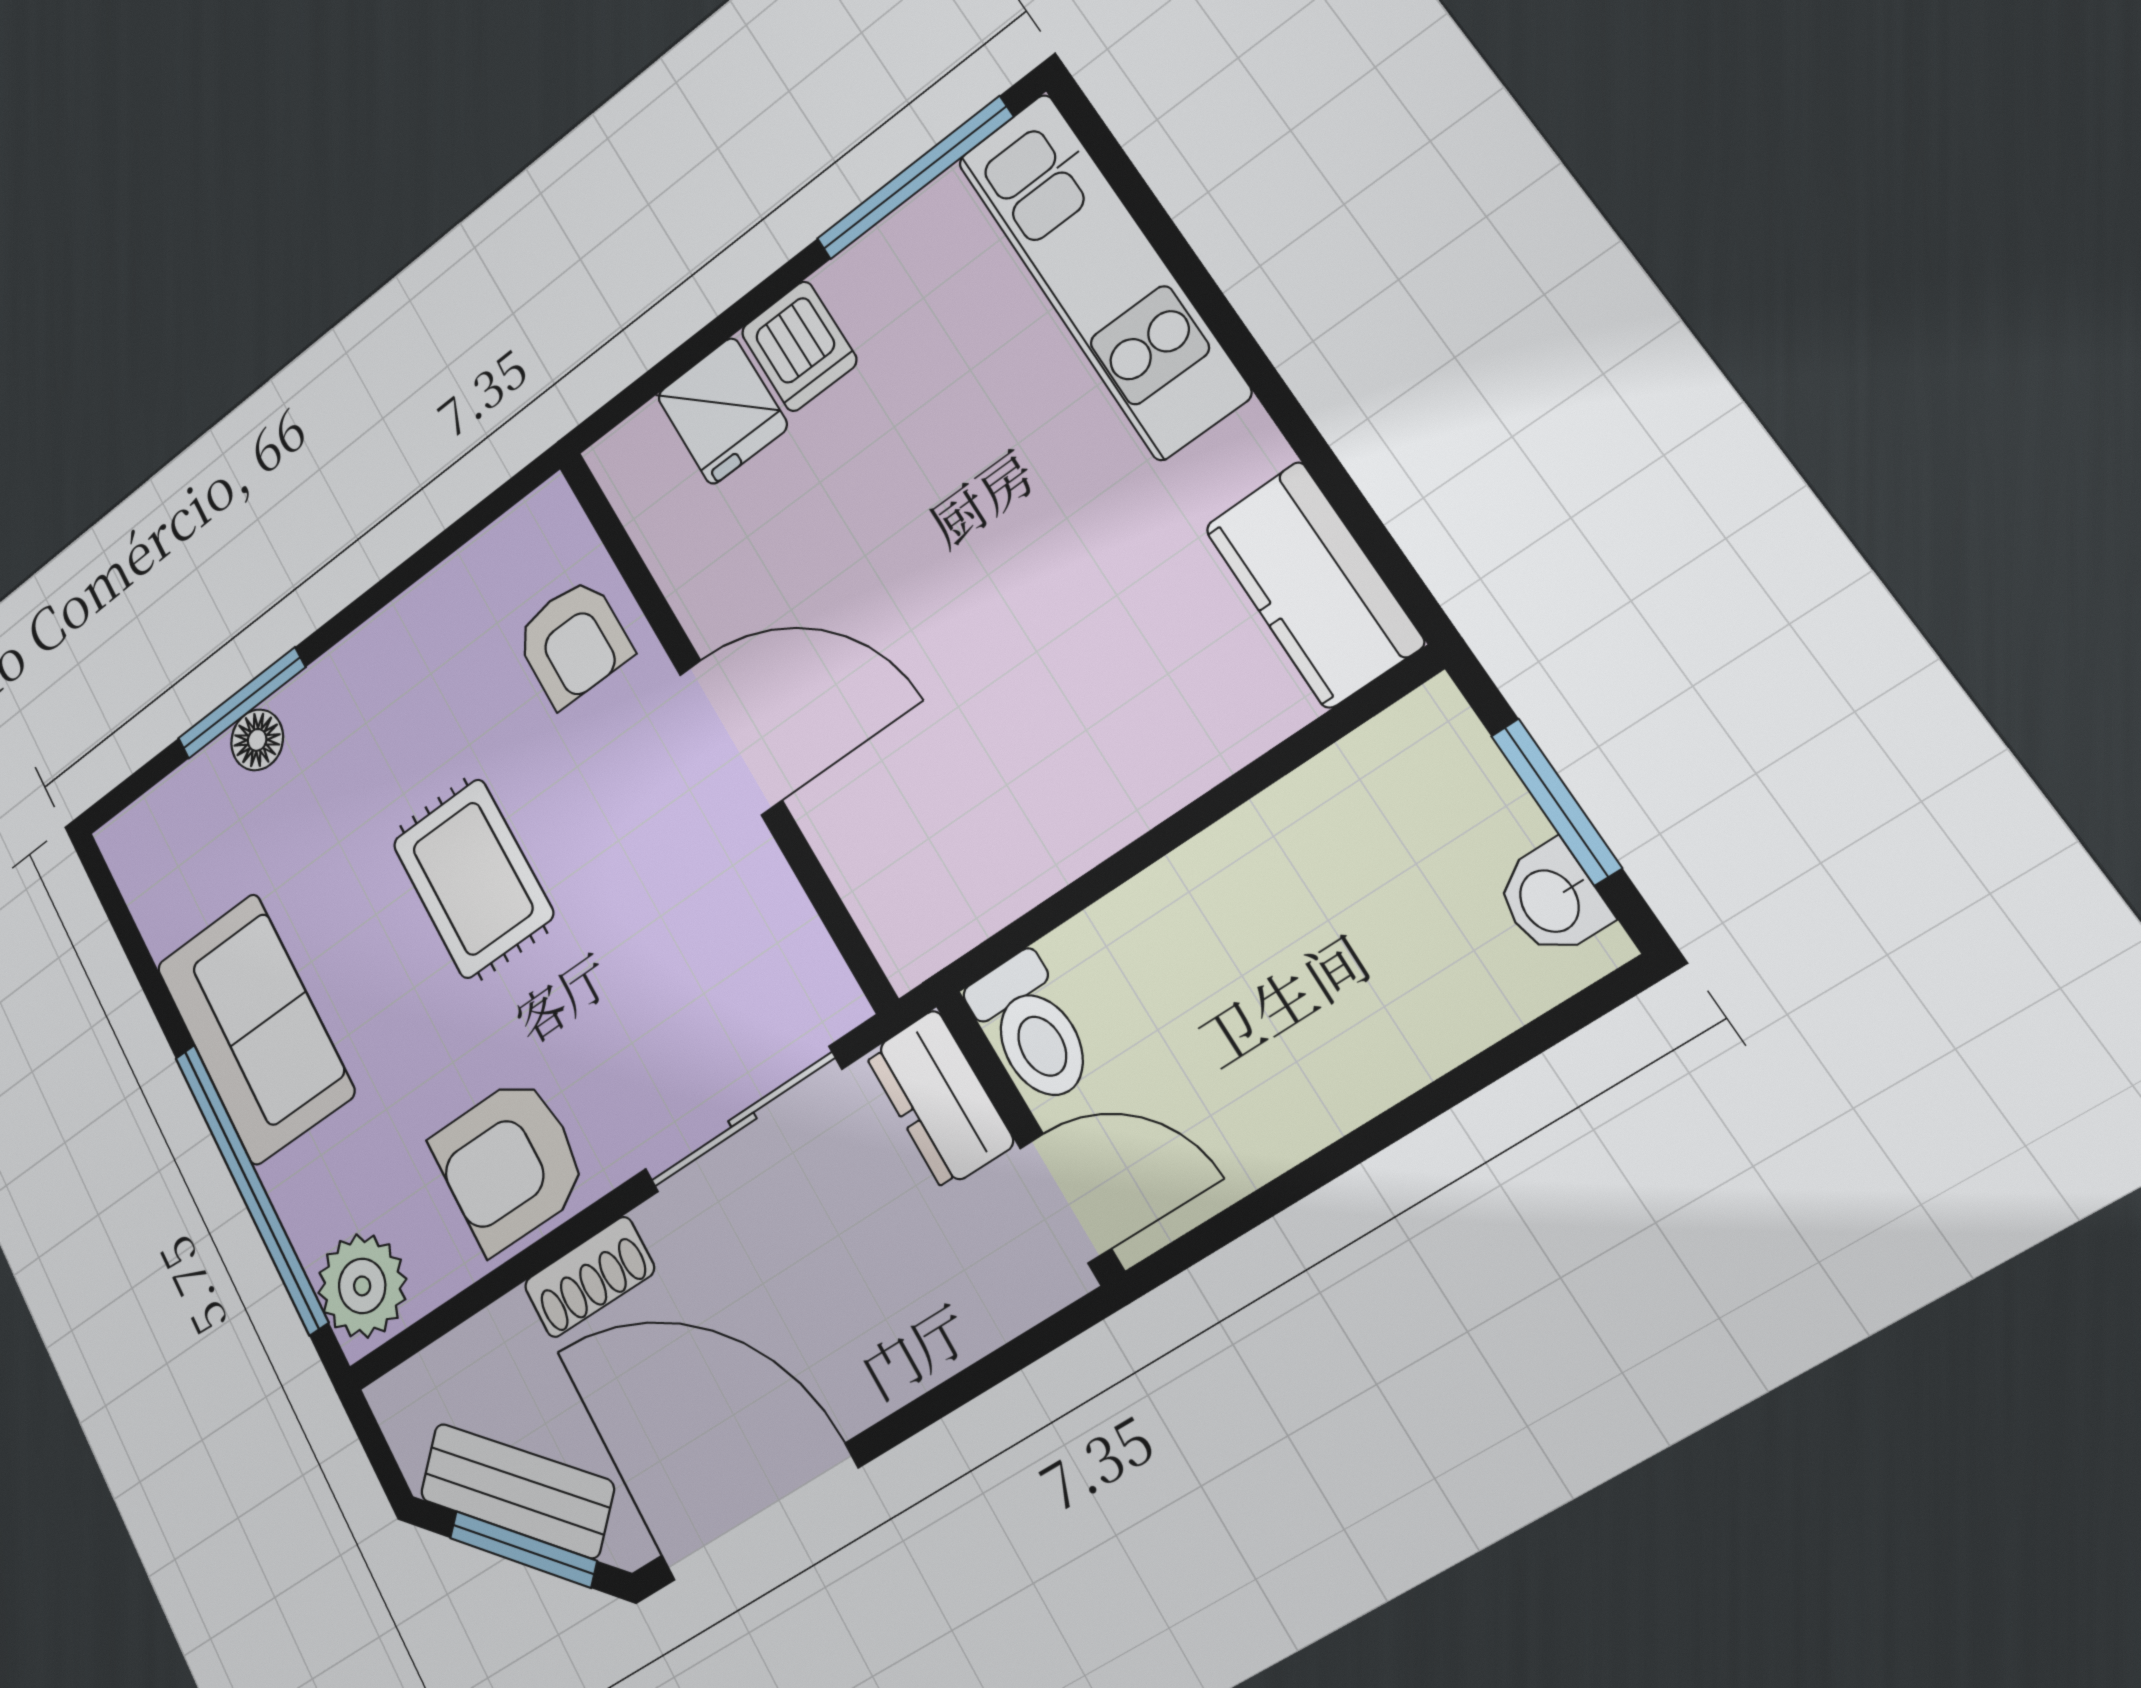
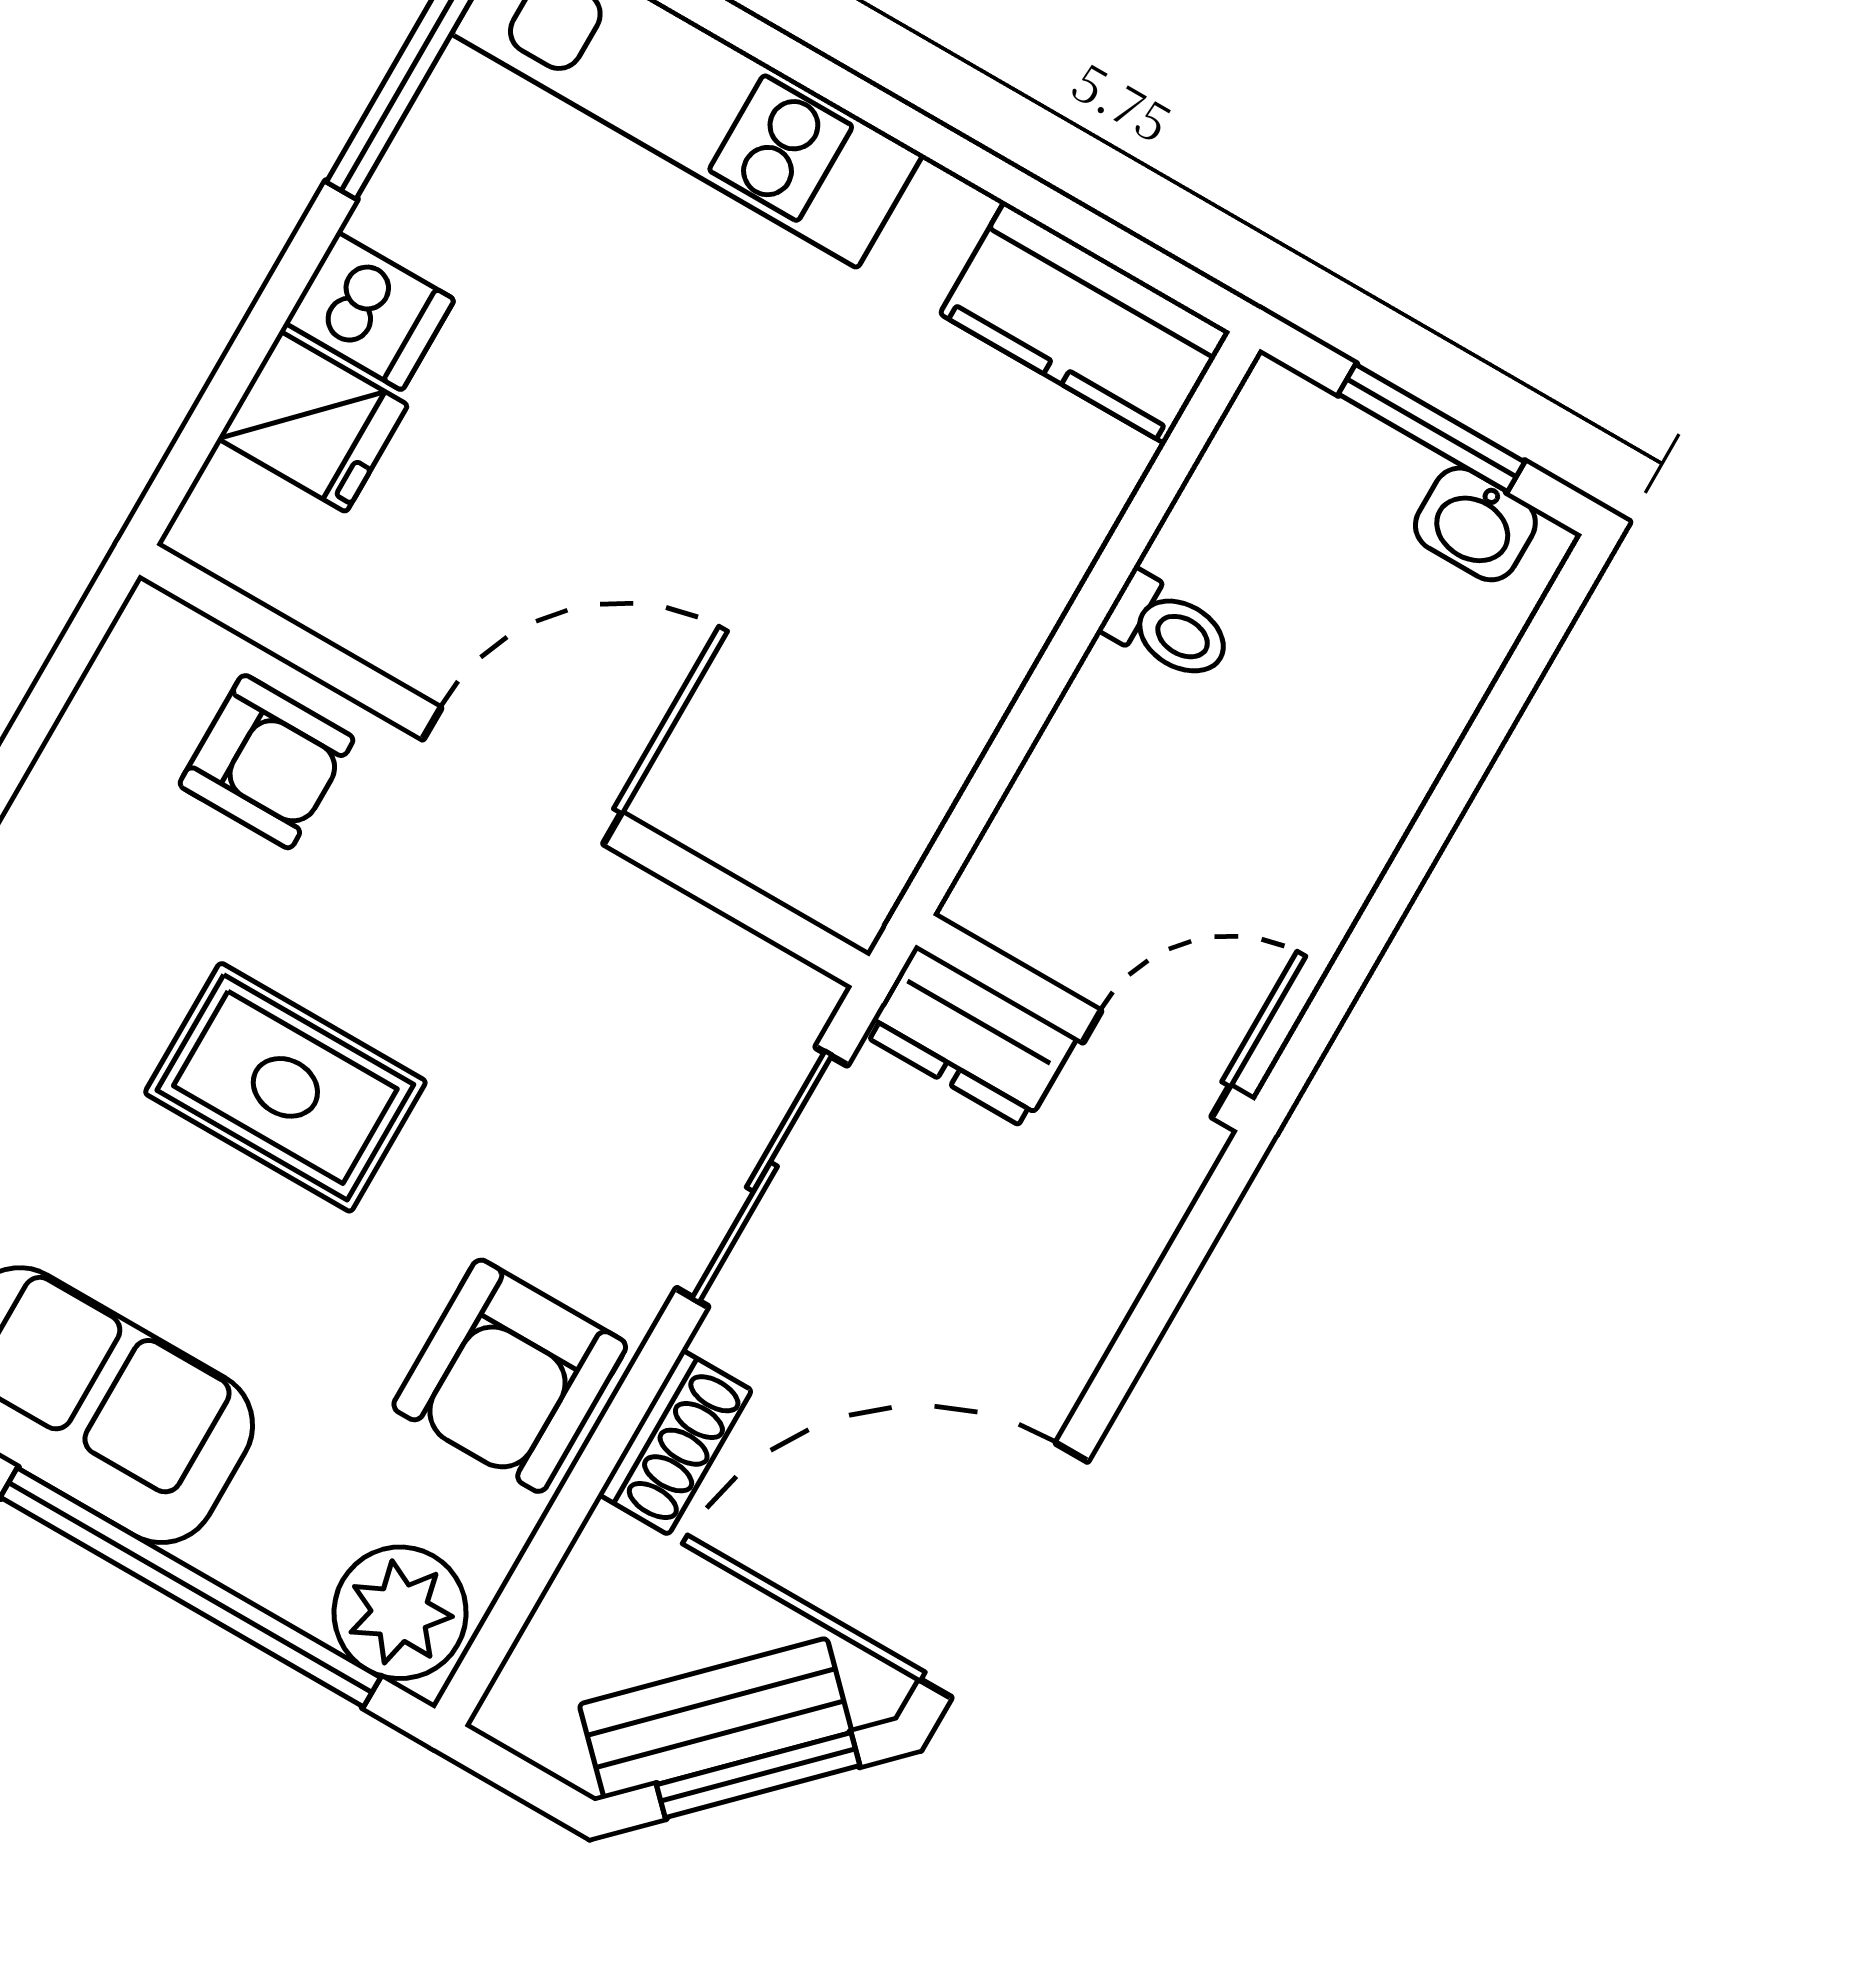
toilet: (1032, 1029) -> (1168, 628), moved, width x0.73, depth x0.72

